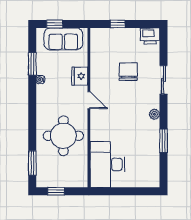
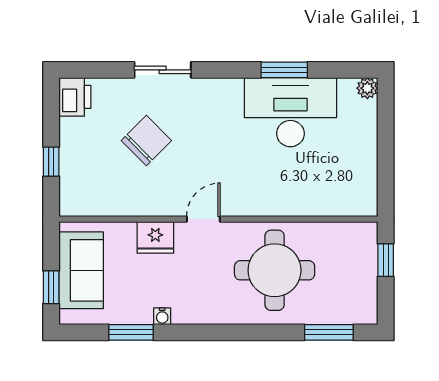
chair: (128, 72) -> (146, 141), turned 135
plant: (154, 114) -> (367, 88), moved
desk: (108, 164) -> (290, 112), moved, turned 180
window: (56, 191) -> (386, 260), moved

